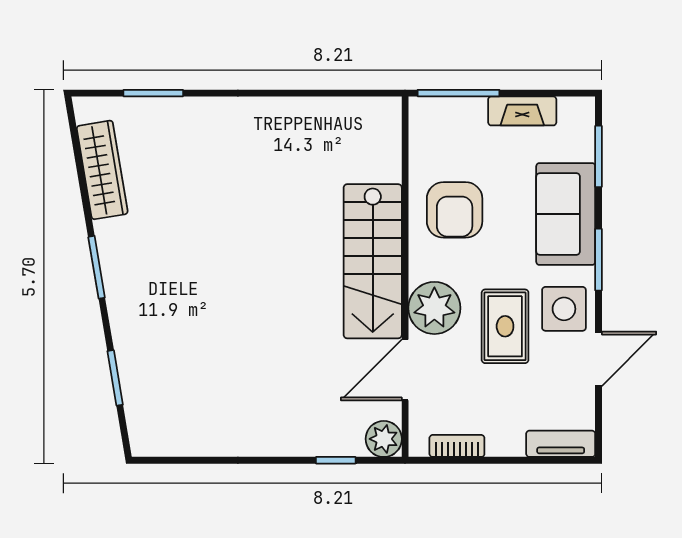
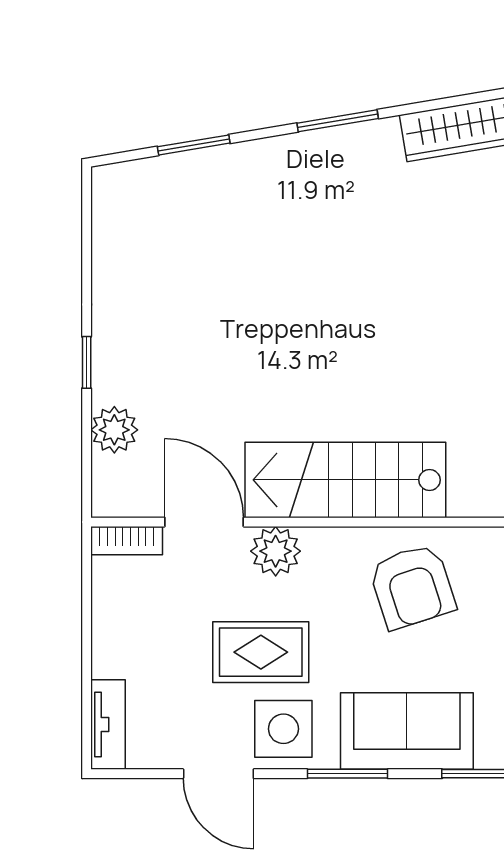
armchair: (455, 210) -> (412, 586), turned -108
plant: (434, 308) -> (276, 551), width x0.73, depth x0.73
plant: (384, 439) -> (114, 430), moved
bookcase: (457, 446) -> (127, 541), moved, turned 90
window: (336, 460) -> (87, 362), moved

